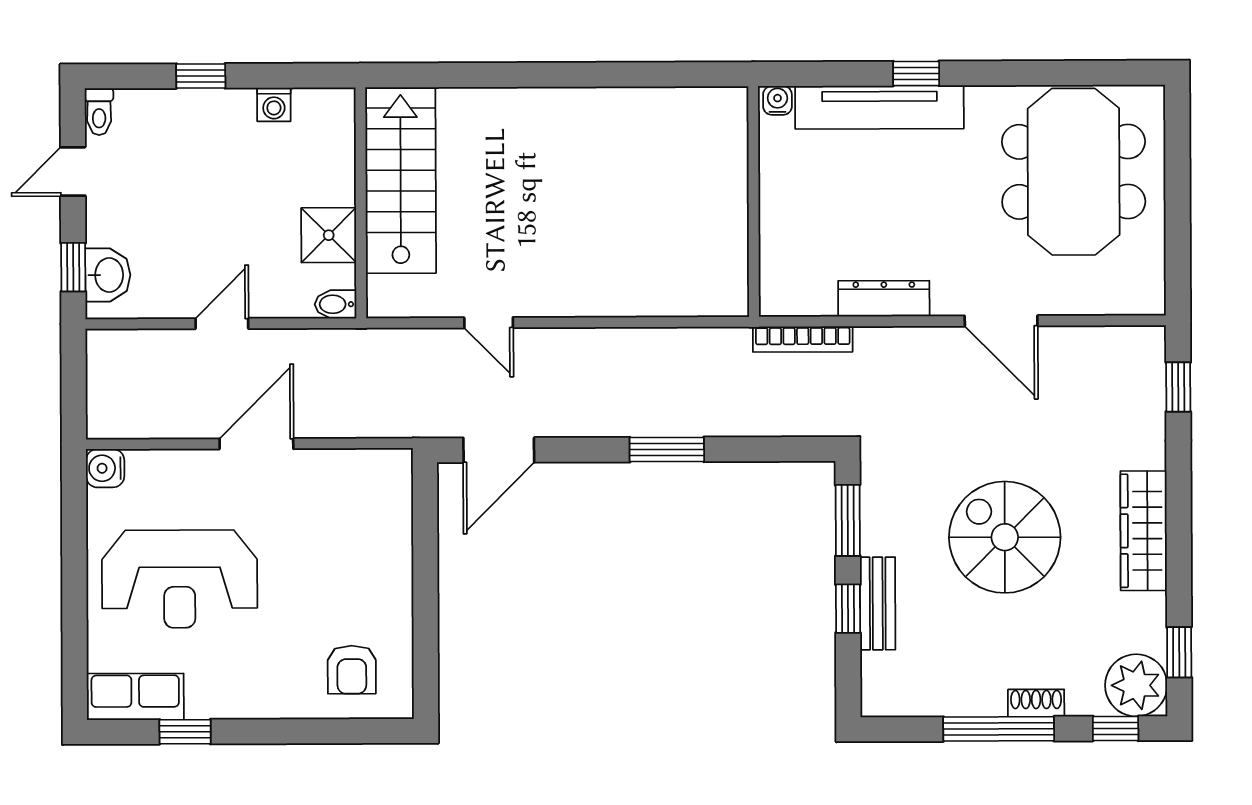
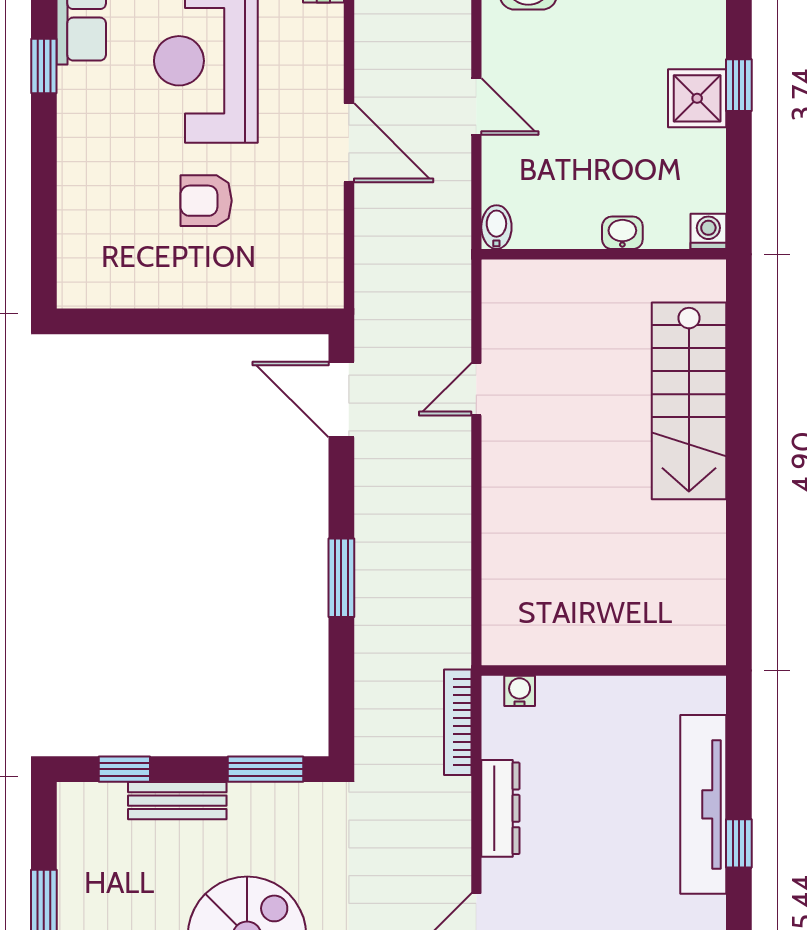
water cooler: (777, 100) -> (520, 691), moved, turned -90
washing machine: (274, 105) -> (708, 231), moved, turned 90
stairs: (401, 180) -> (689, 401), moved, turned 90
washbasin: (341, 185) -> (622, 233), added
shower: (329, 235) -> (697, 98), moved
window: (848, 609) -> (124, 769), moved
armchair: (352, 670) -> (206, 201), moved

